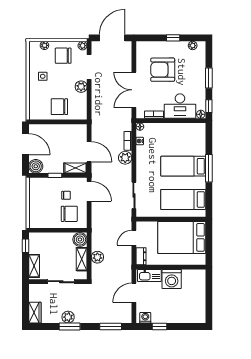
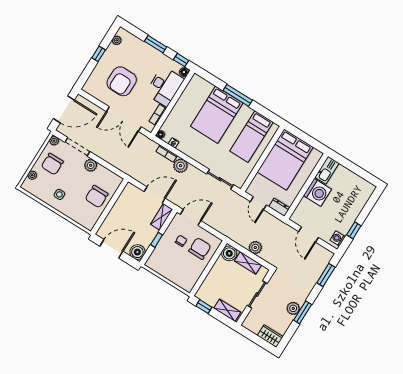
door: (112, 38) -> (64, 109), swing flipped
bed: (183, 166) -> (217, 115), width x1.50
kitchen sink: (149, 276) -> (327, 170), moved

